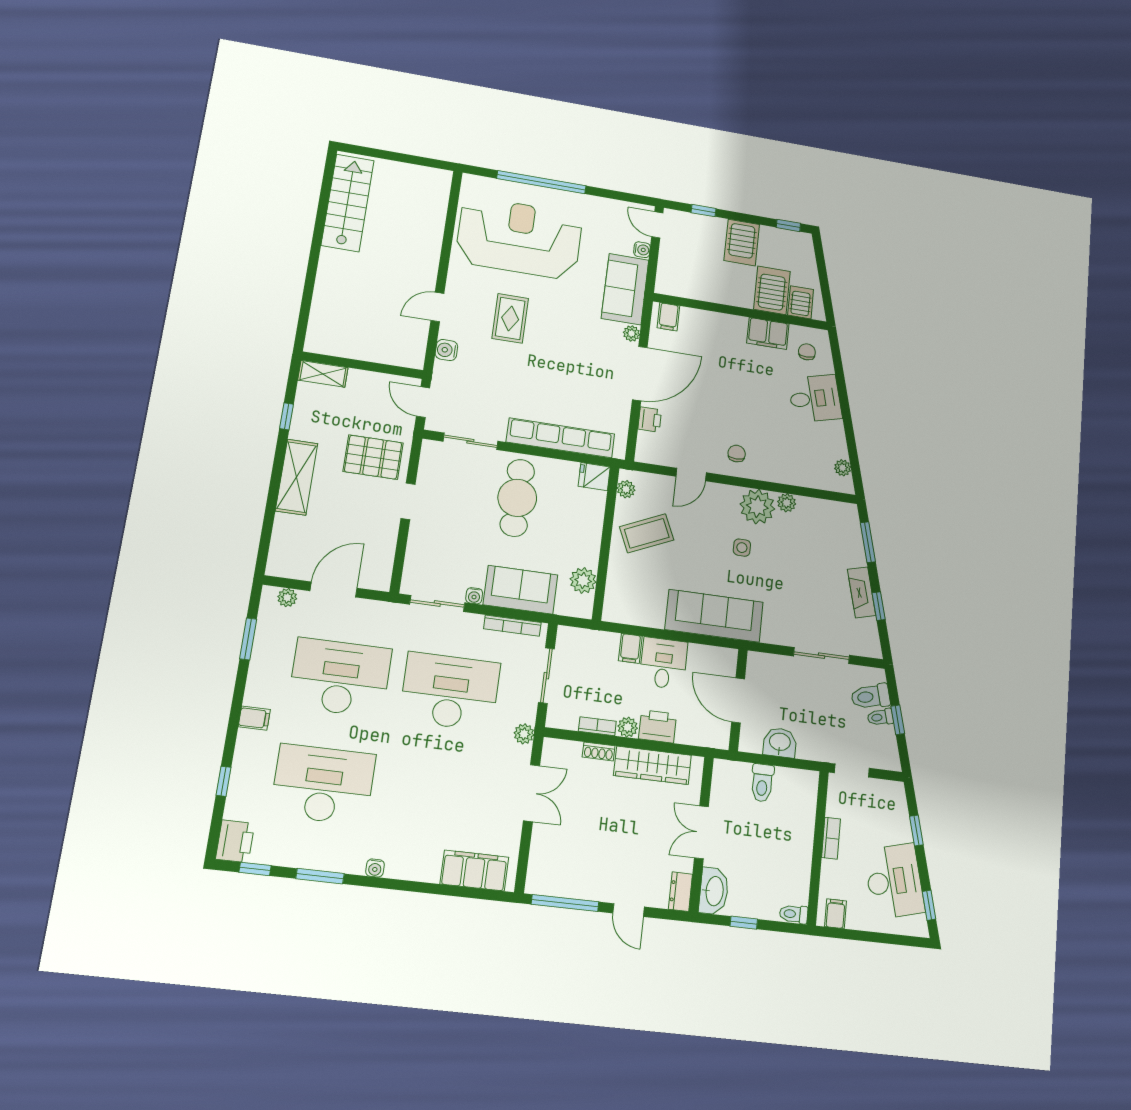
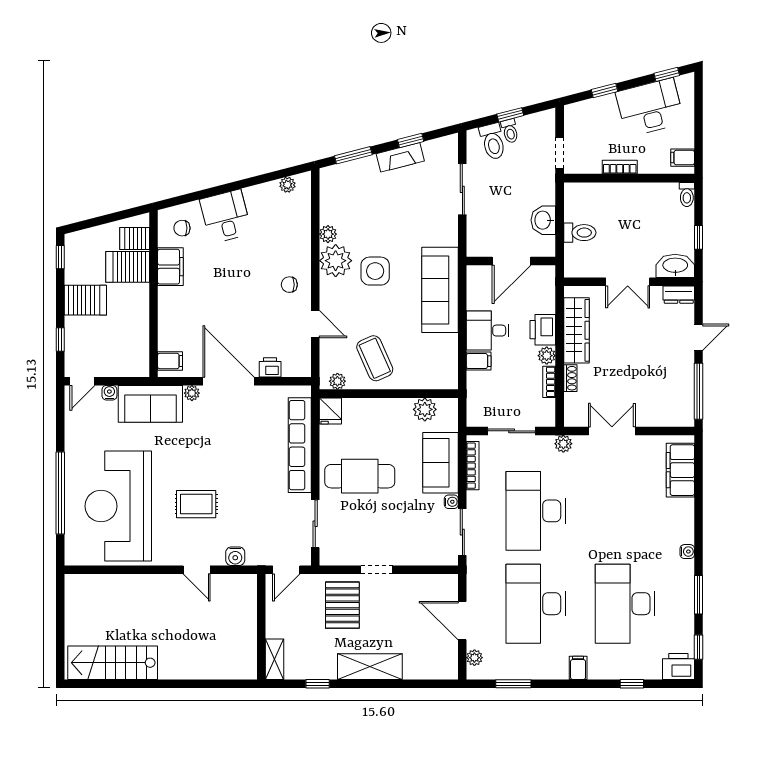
side table: (742, 548) -> (375, 271), width x1.87, depth x1.87

